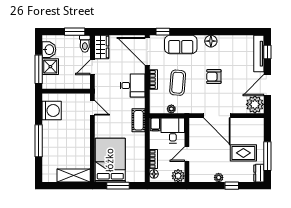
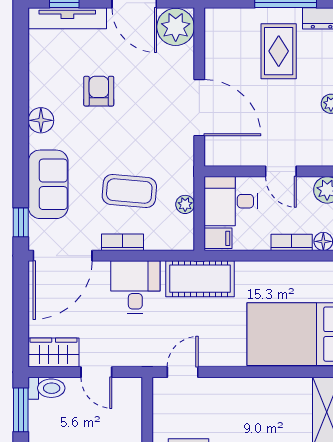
armchair: (214, 77) -> (99, 91), moved, turned 180
door: (217, 116) -> (199, 108), hinge flipped
cot: (139, 120) -> (200, 279), width x1.37, depth x1.34

